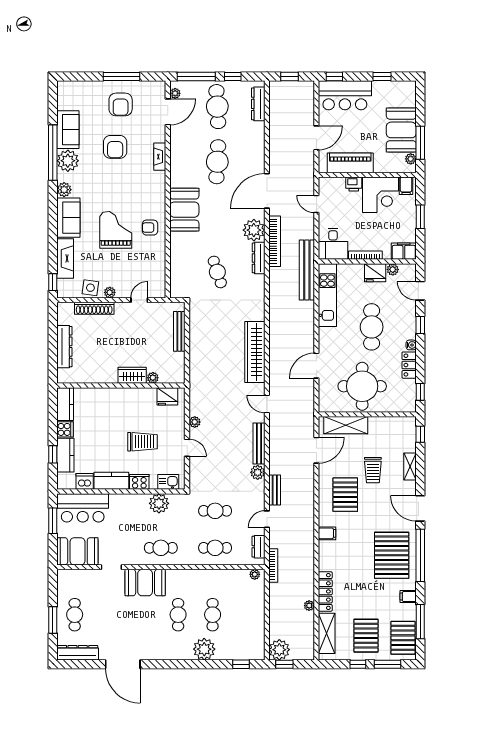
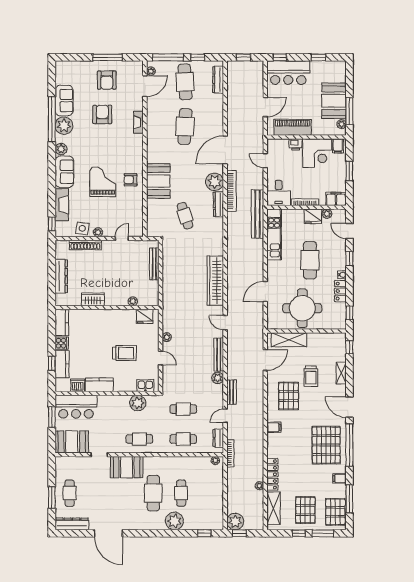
armchair: (115, 147) -> (102, 114), turned 180
booth: (184, 210) -> (158, 181), moved
wardrobe: (132, 375) -> (93, 299), moved
cooker: (139, 482) -> (122, 386), removed
cafe table: (178, 615) -> (153, 493), width x1.37, depth x1.35

